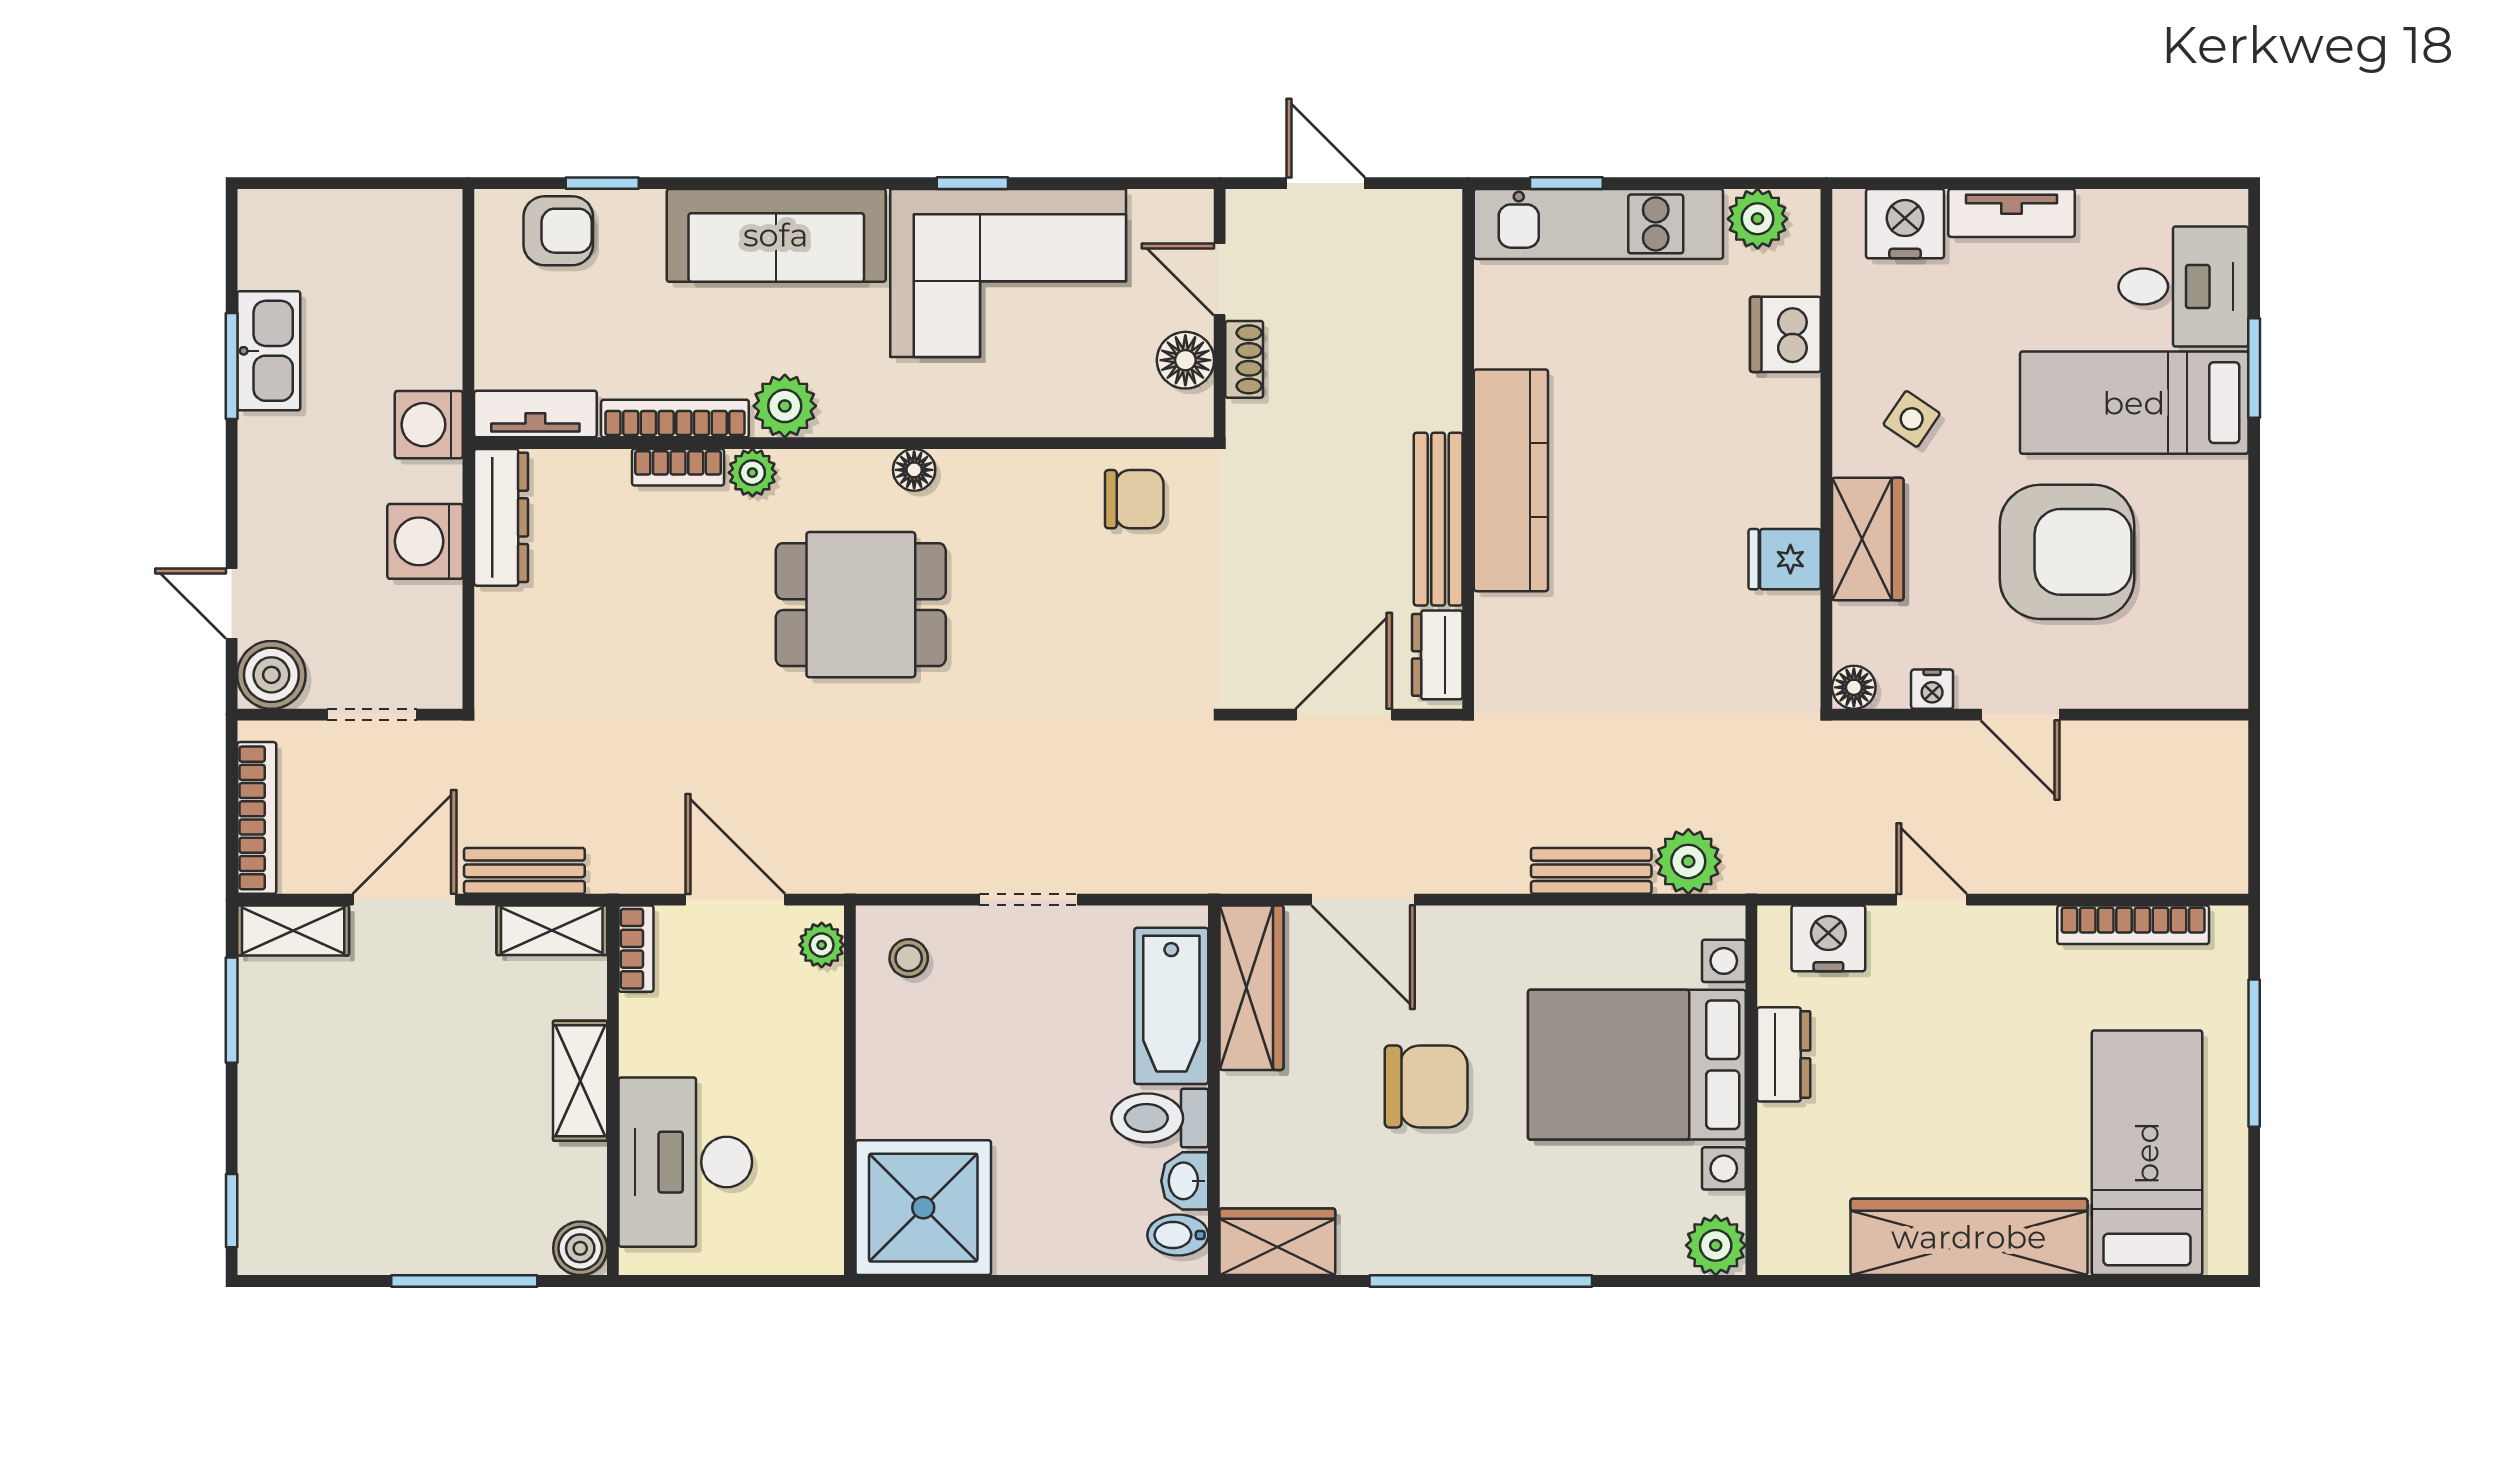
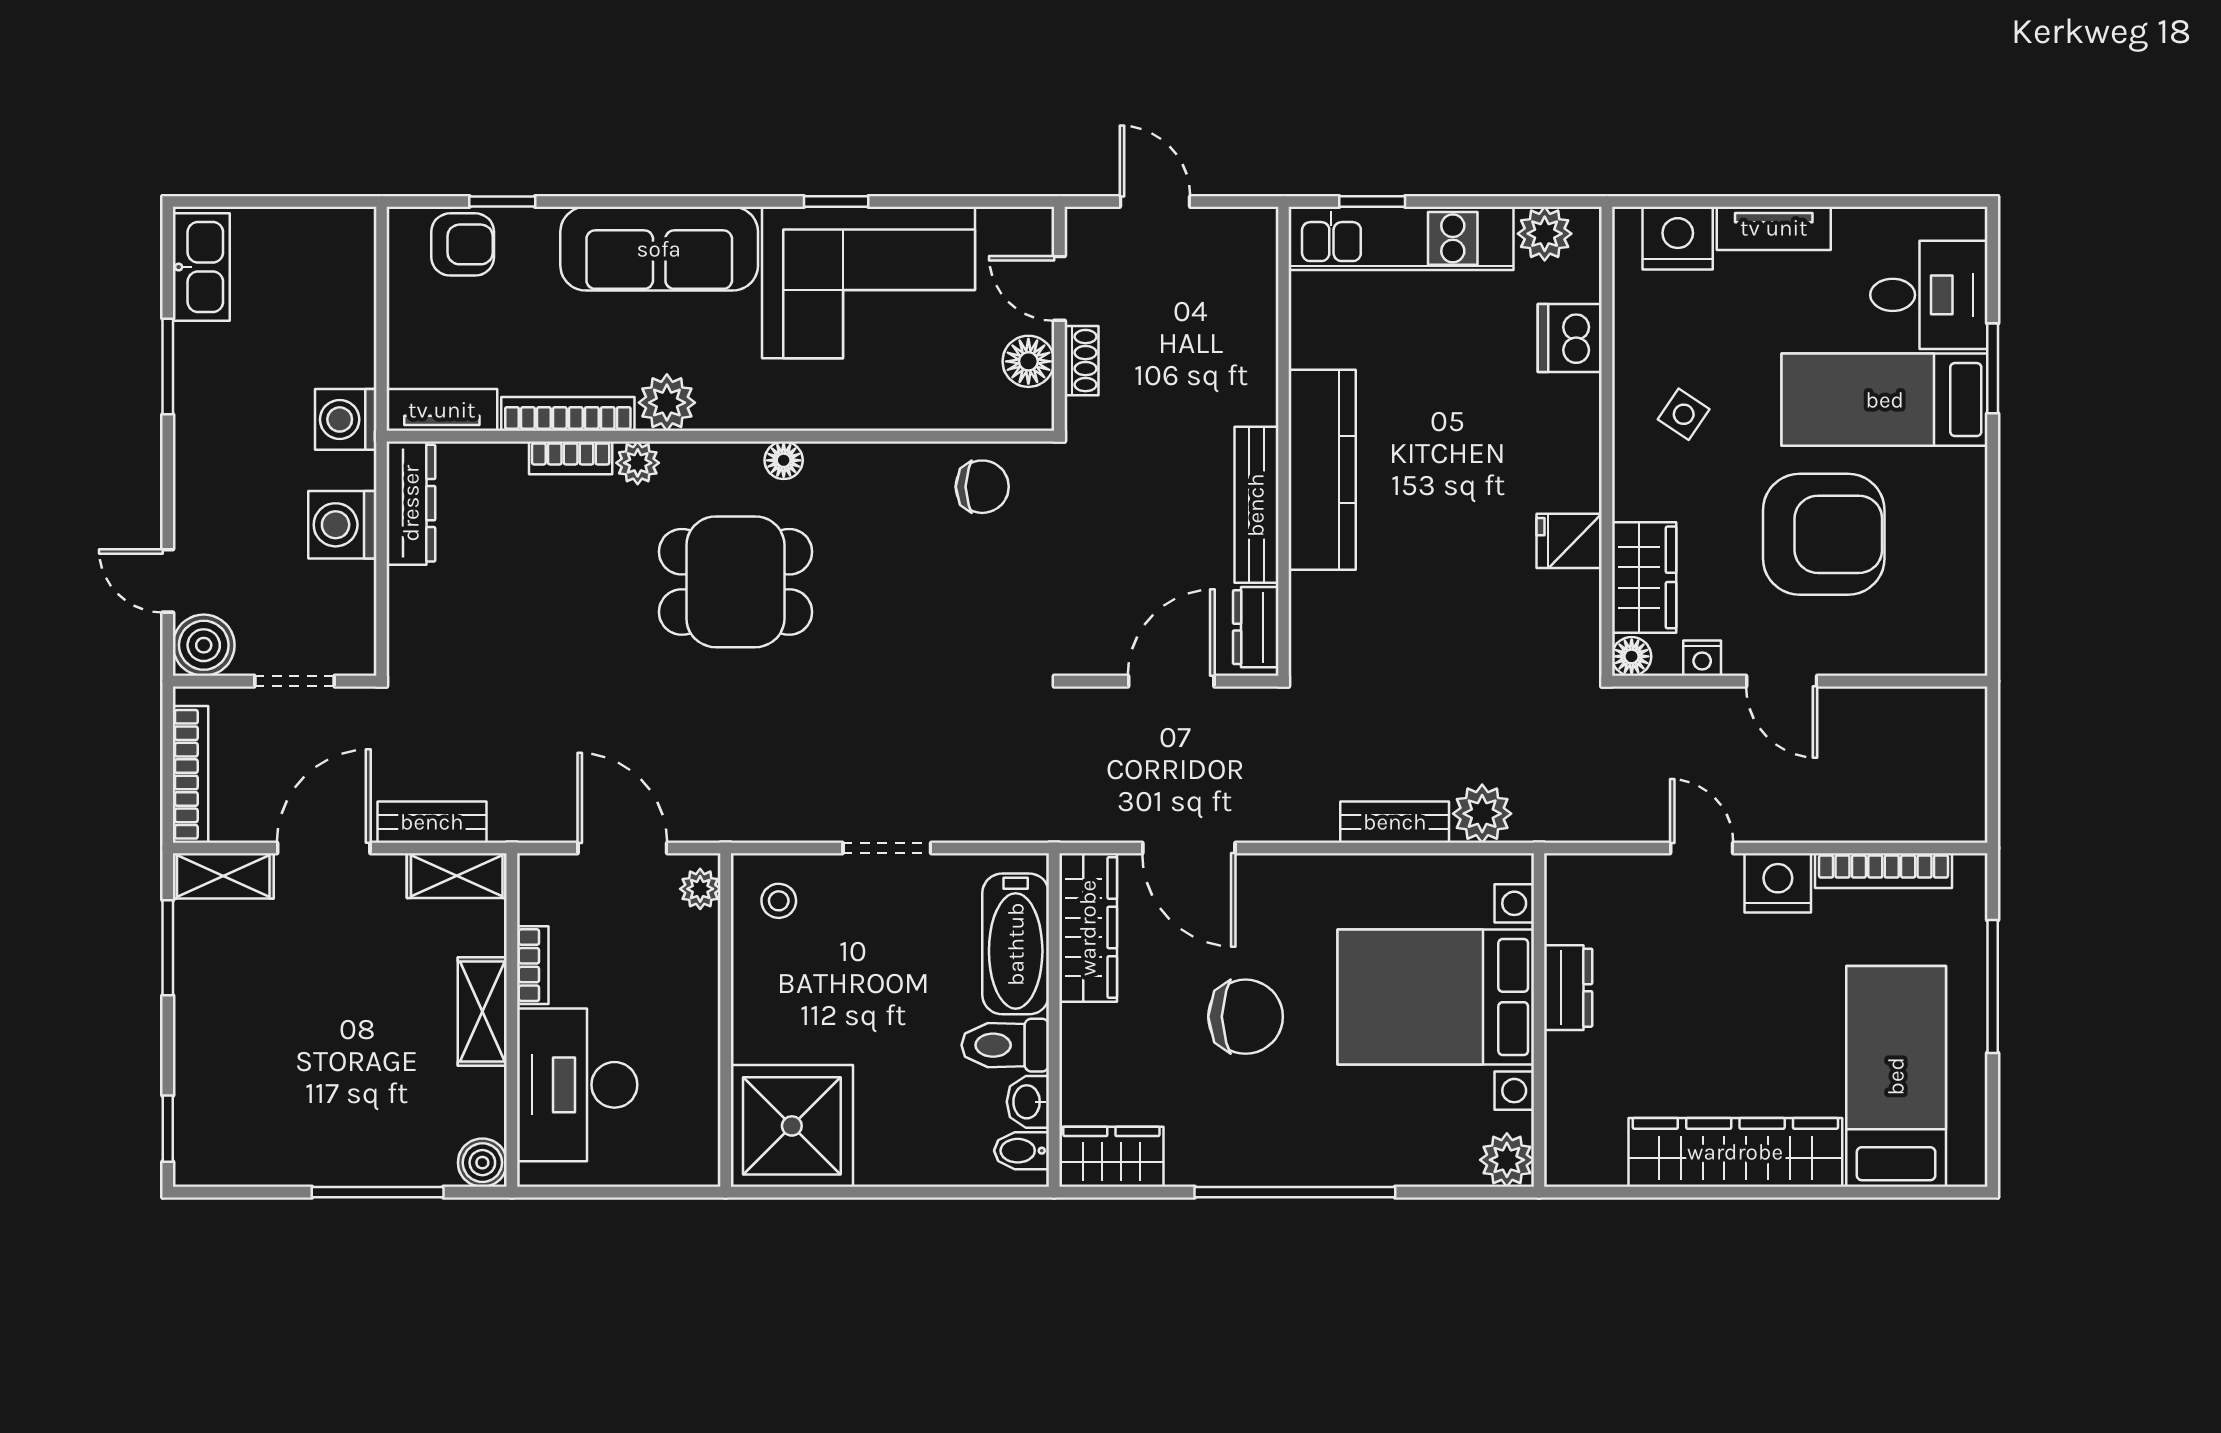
kitchen sink: (269, 351) -> (201, 267), moved
wardrobe: (1868, 539) -> (1644, 577), moved
nightstand: (1828, 938) -> (1778, 883), moved
bookcase: (636, 949) -> (533, 965), moved

